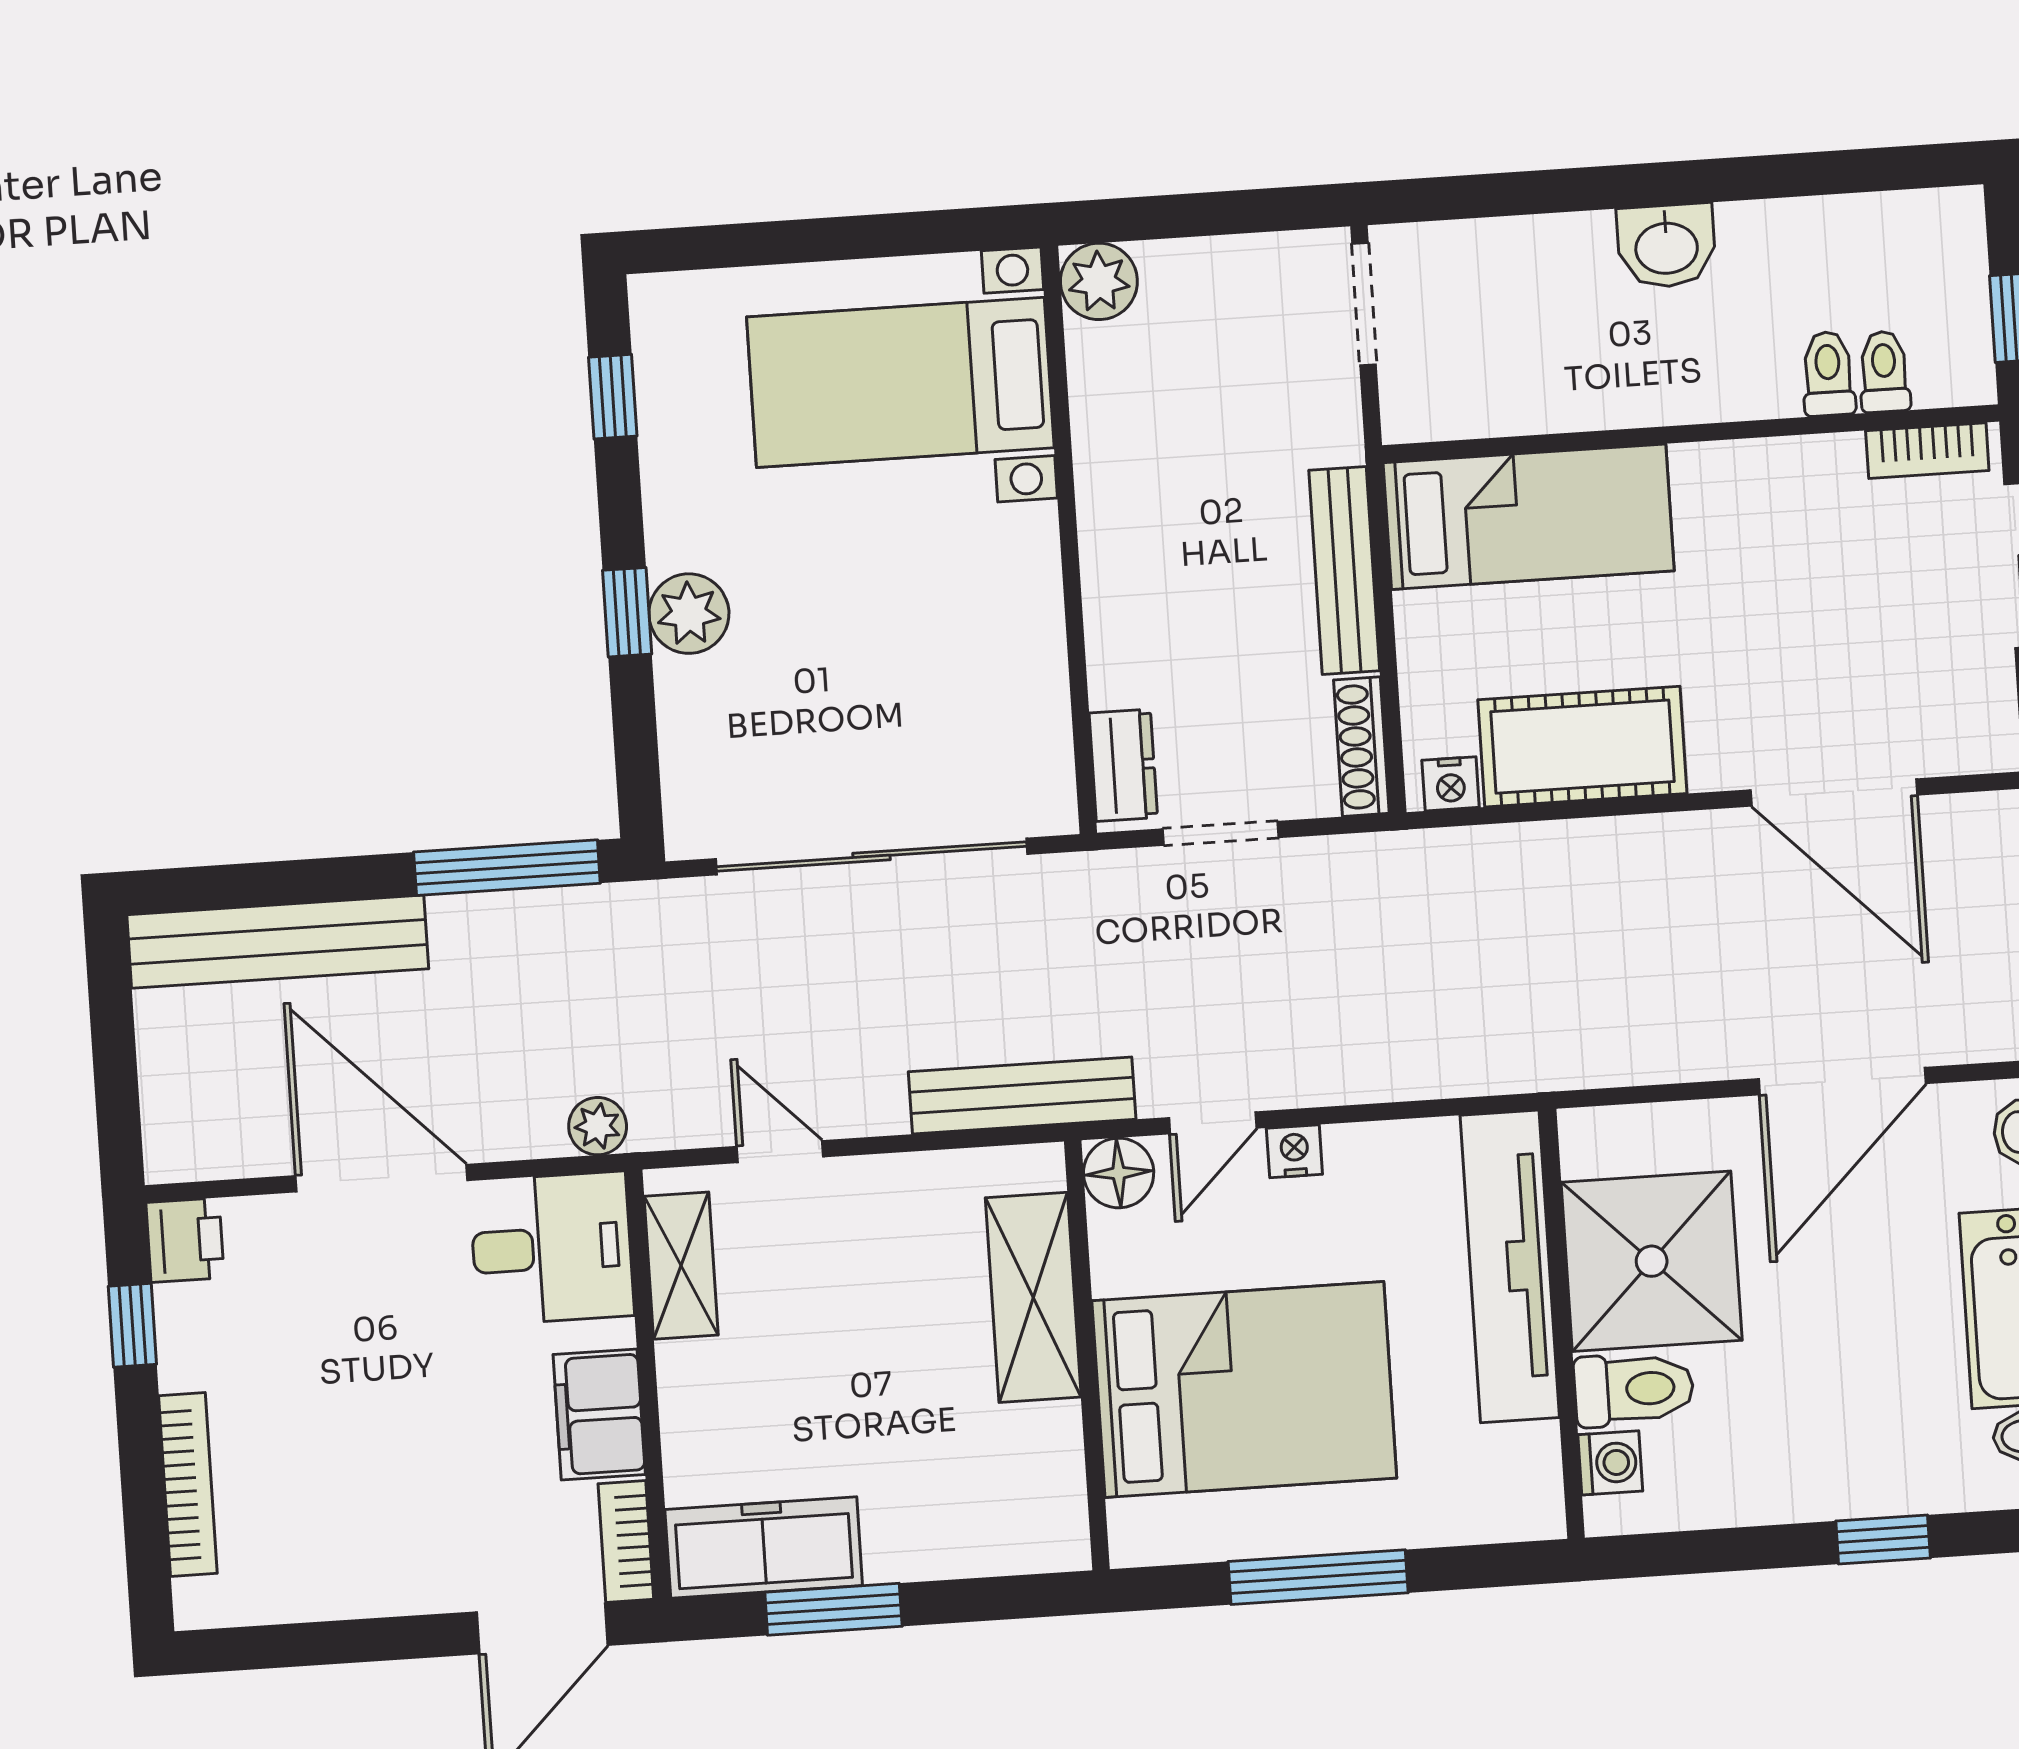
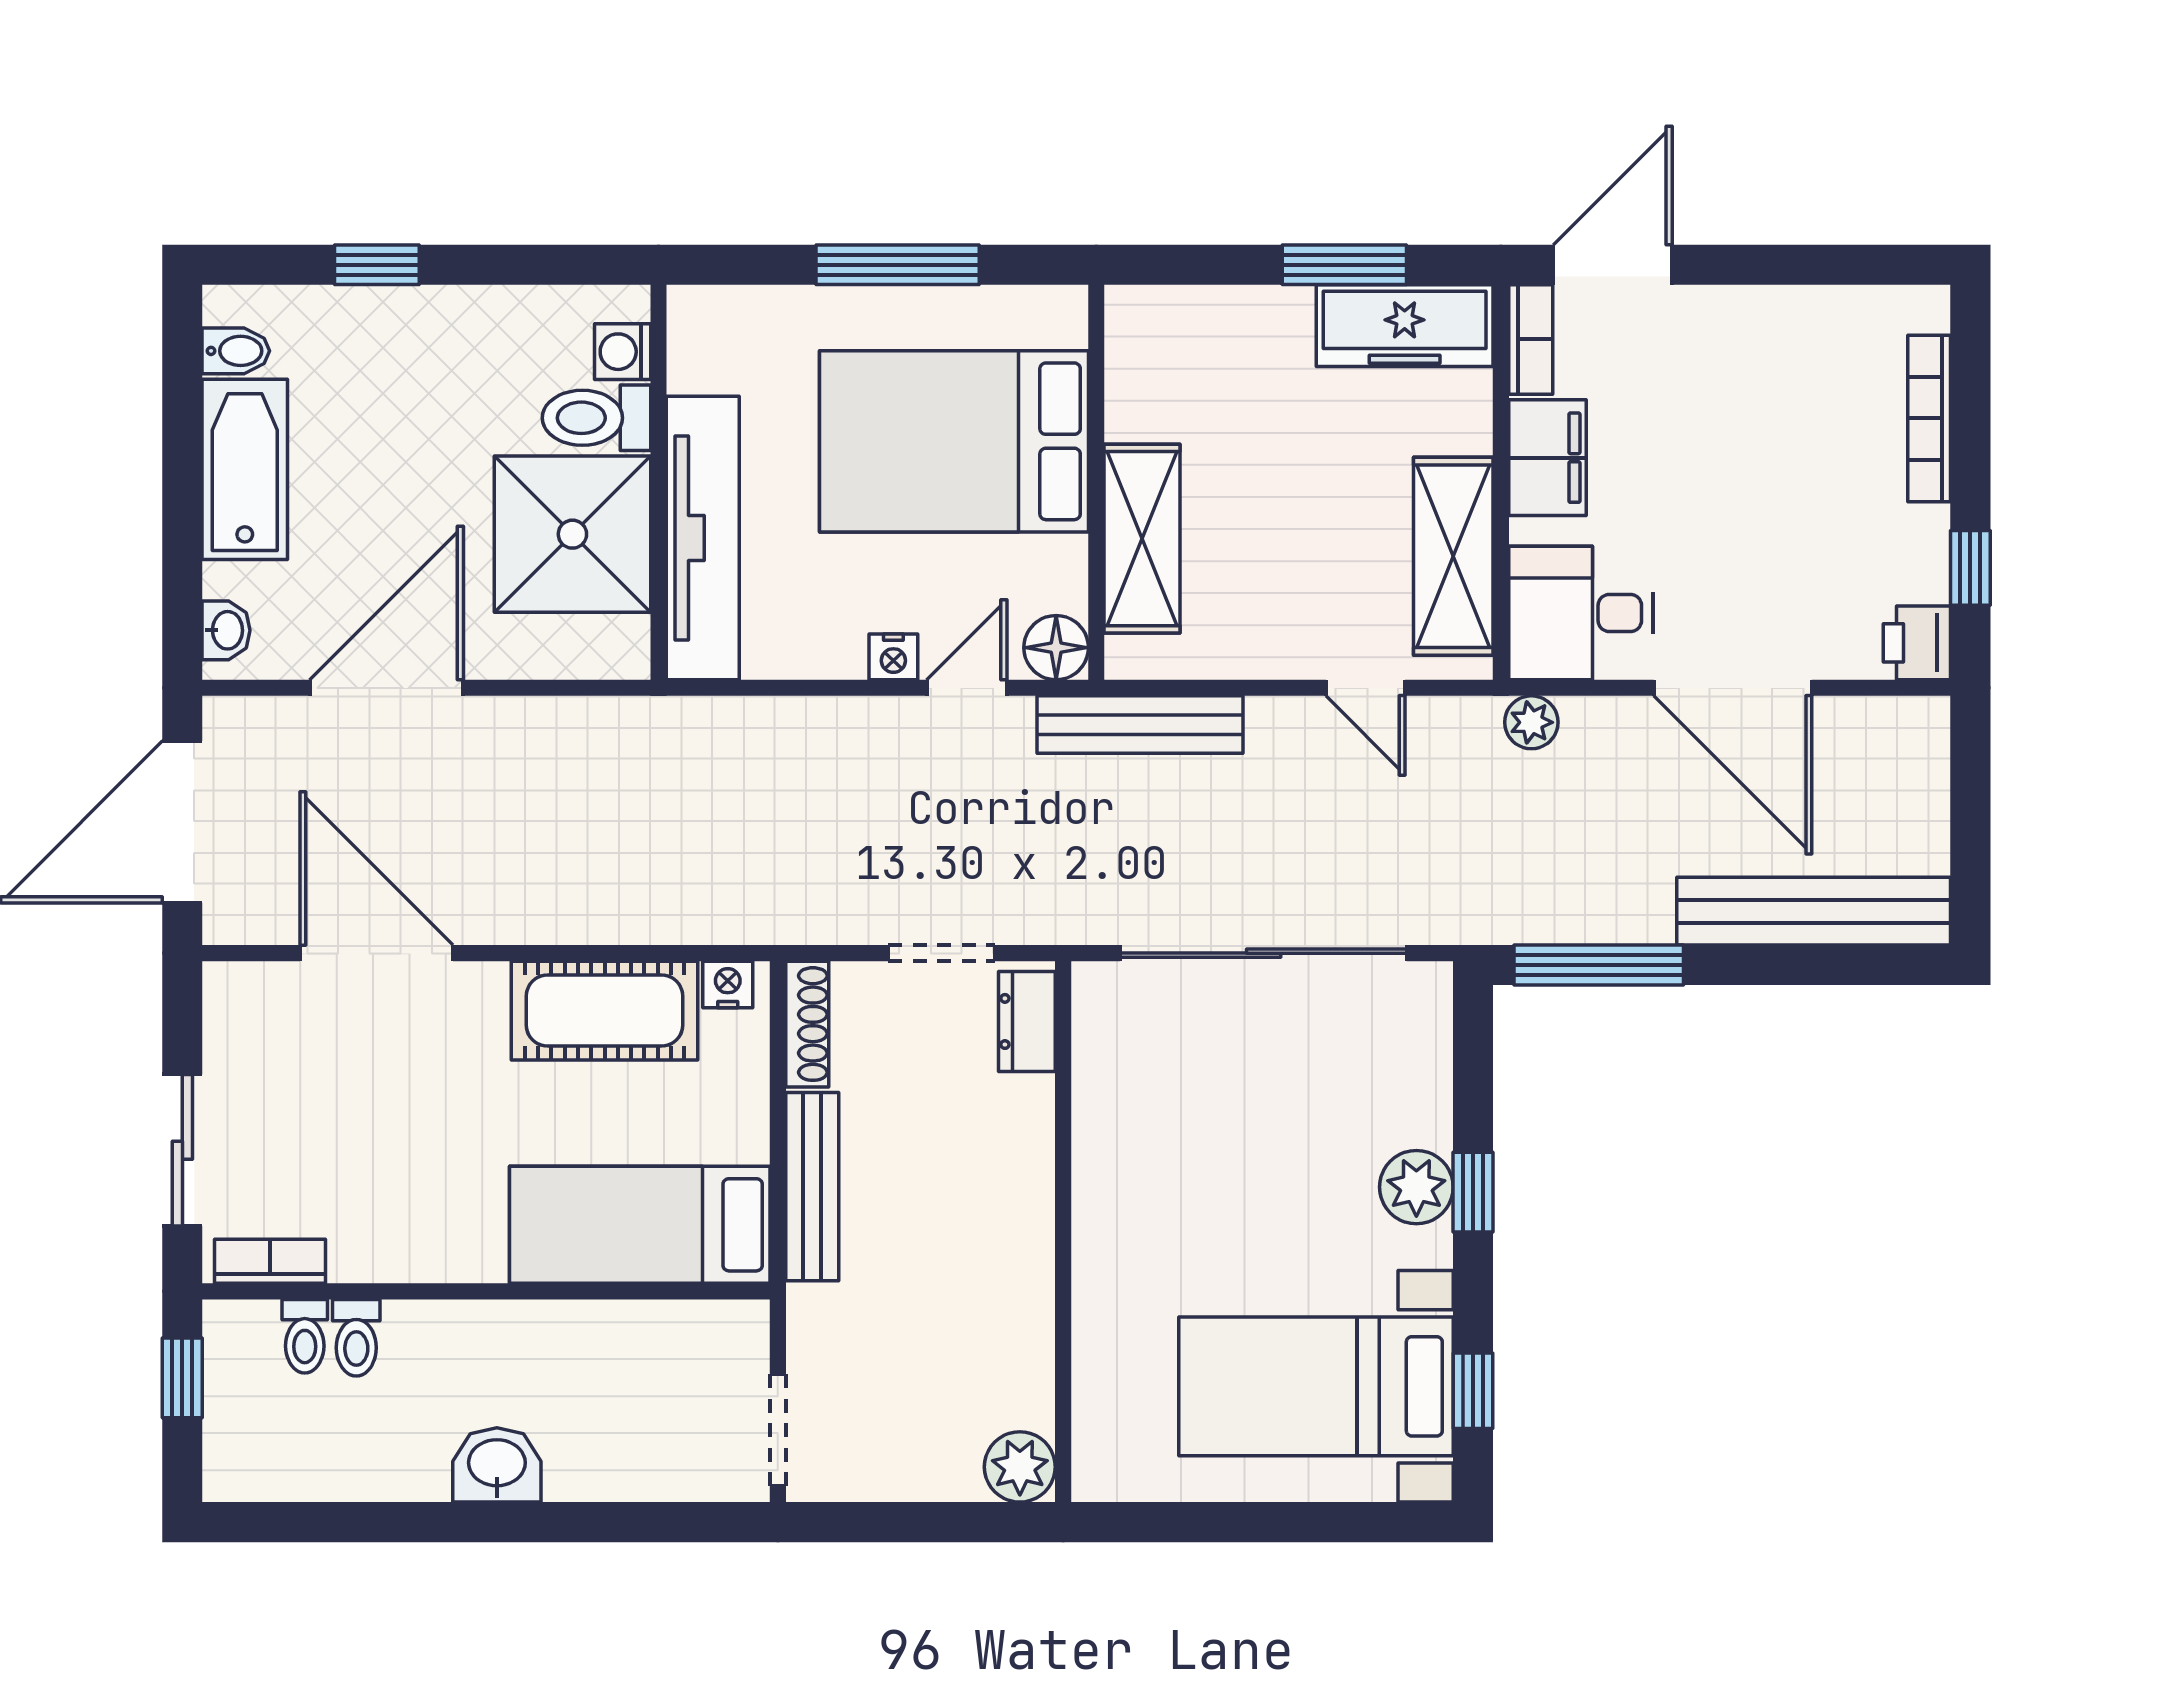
bed with nightstands: (900, 382) -> (1316, 1386), moved, turned 180
shelving: (681, 1266) -> (1453, 556), width x1.50, depth x1.33

